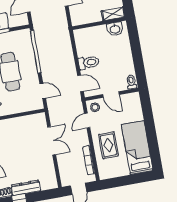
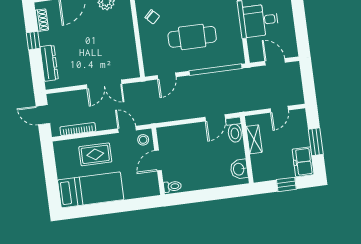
shelving: (113, 14) -> (254, 139), moved
toilet: (89, 63) -> (234, 130), moved
door: (80, 83) -> (215, 118), moved
dresser: (26, 188) -> (49, 63), moved

